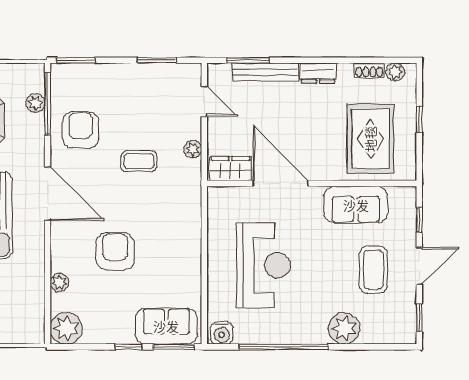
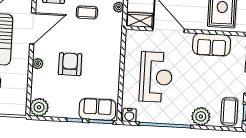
door: (47, 194) -> (33, 28), hinge flipped
coffee table: (373, 270) -> (229, 112), moved
plant: (59, 283) -> (38, 64), moved

